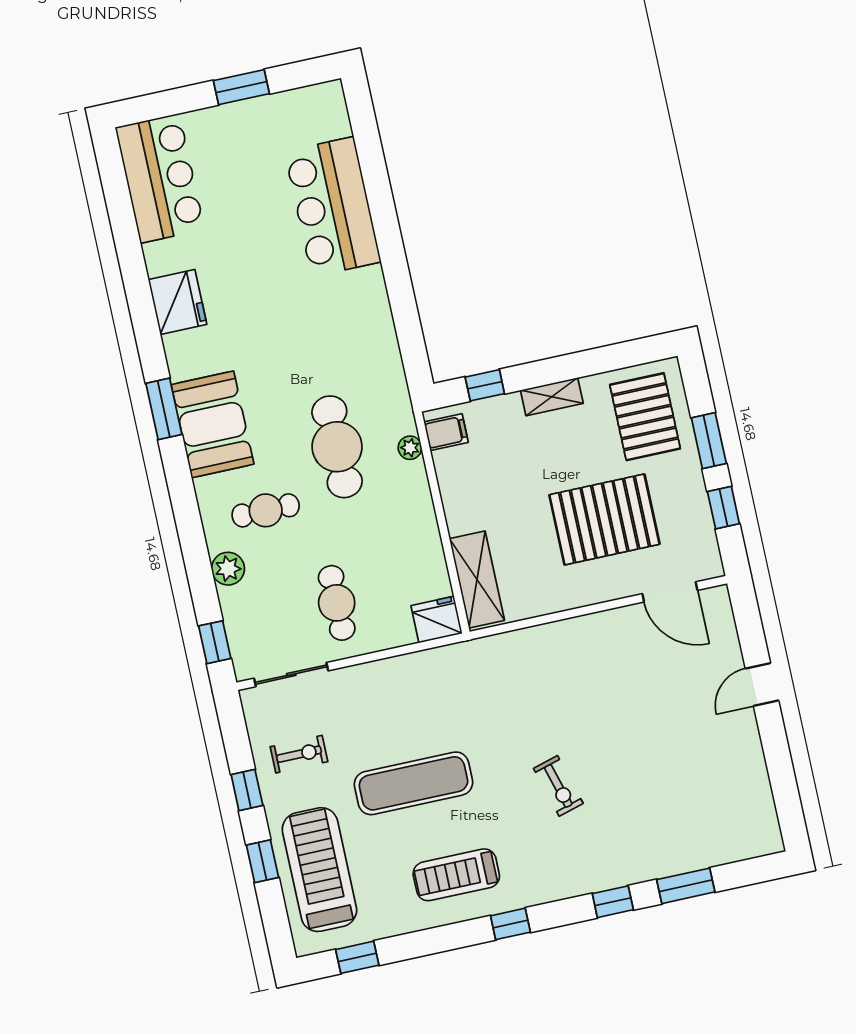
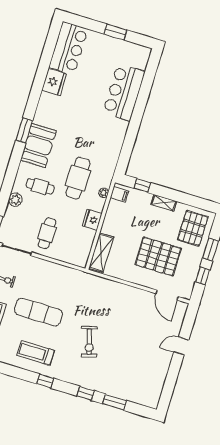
fridge: (178, 302) -> (54, 82), moved
fridge: (437, 619) -> (92, 220), moved, turned -90
exercise bike: (558, 786) -> (89, 342), width x1.38, depth x1.39

